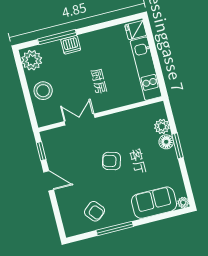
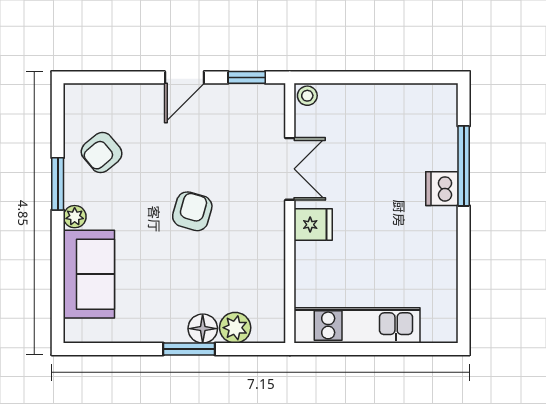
fridge: (136, 30) -> (313, 225), moved, turned 90
plant: (32, 60) -> (431, 104), removed
stool: (43, 91) -> (307, 96), moved, width x0.53, depth x0.53
plant: (183, 202) -> (75, 217), moved
window: (115, 228) -> (58, 184), width x0.69

